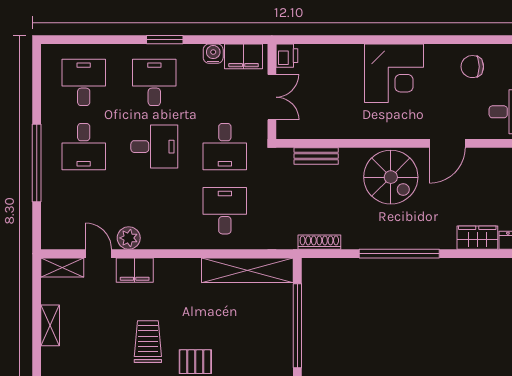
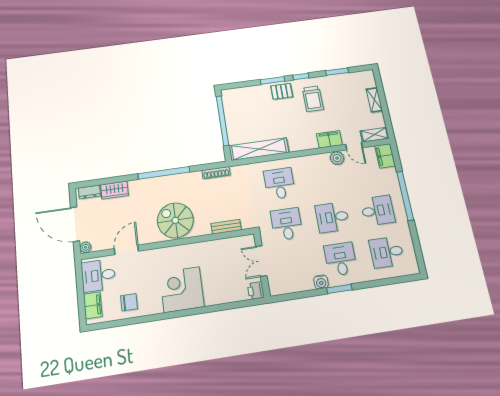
water cooler: (213, 54) -> (321, 282), moved
filing cabinet: (244, 56) -> (385, 156), moved, turned -90
desk: (84, 82) -> (387, 252), turned 90
desk: (154, 82) -> (341, 259), turned 180
door: (447, 143) -> (126, 250), moved
desk: (84, 147) -> (378, 211), turned 90
desk: (225, 211) -> (279, 183), turned 180

